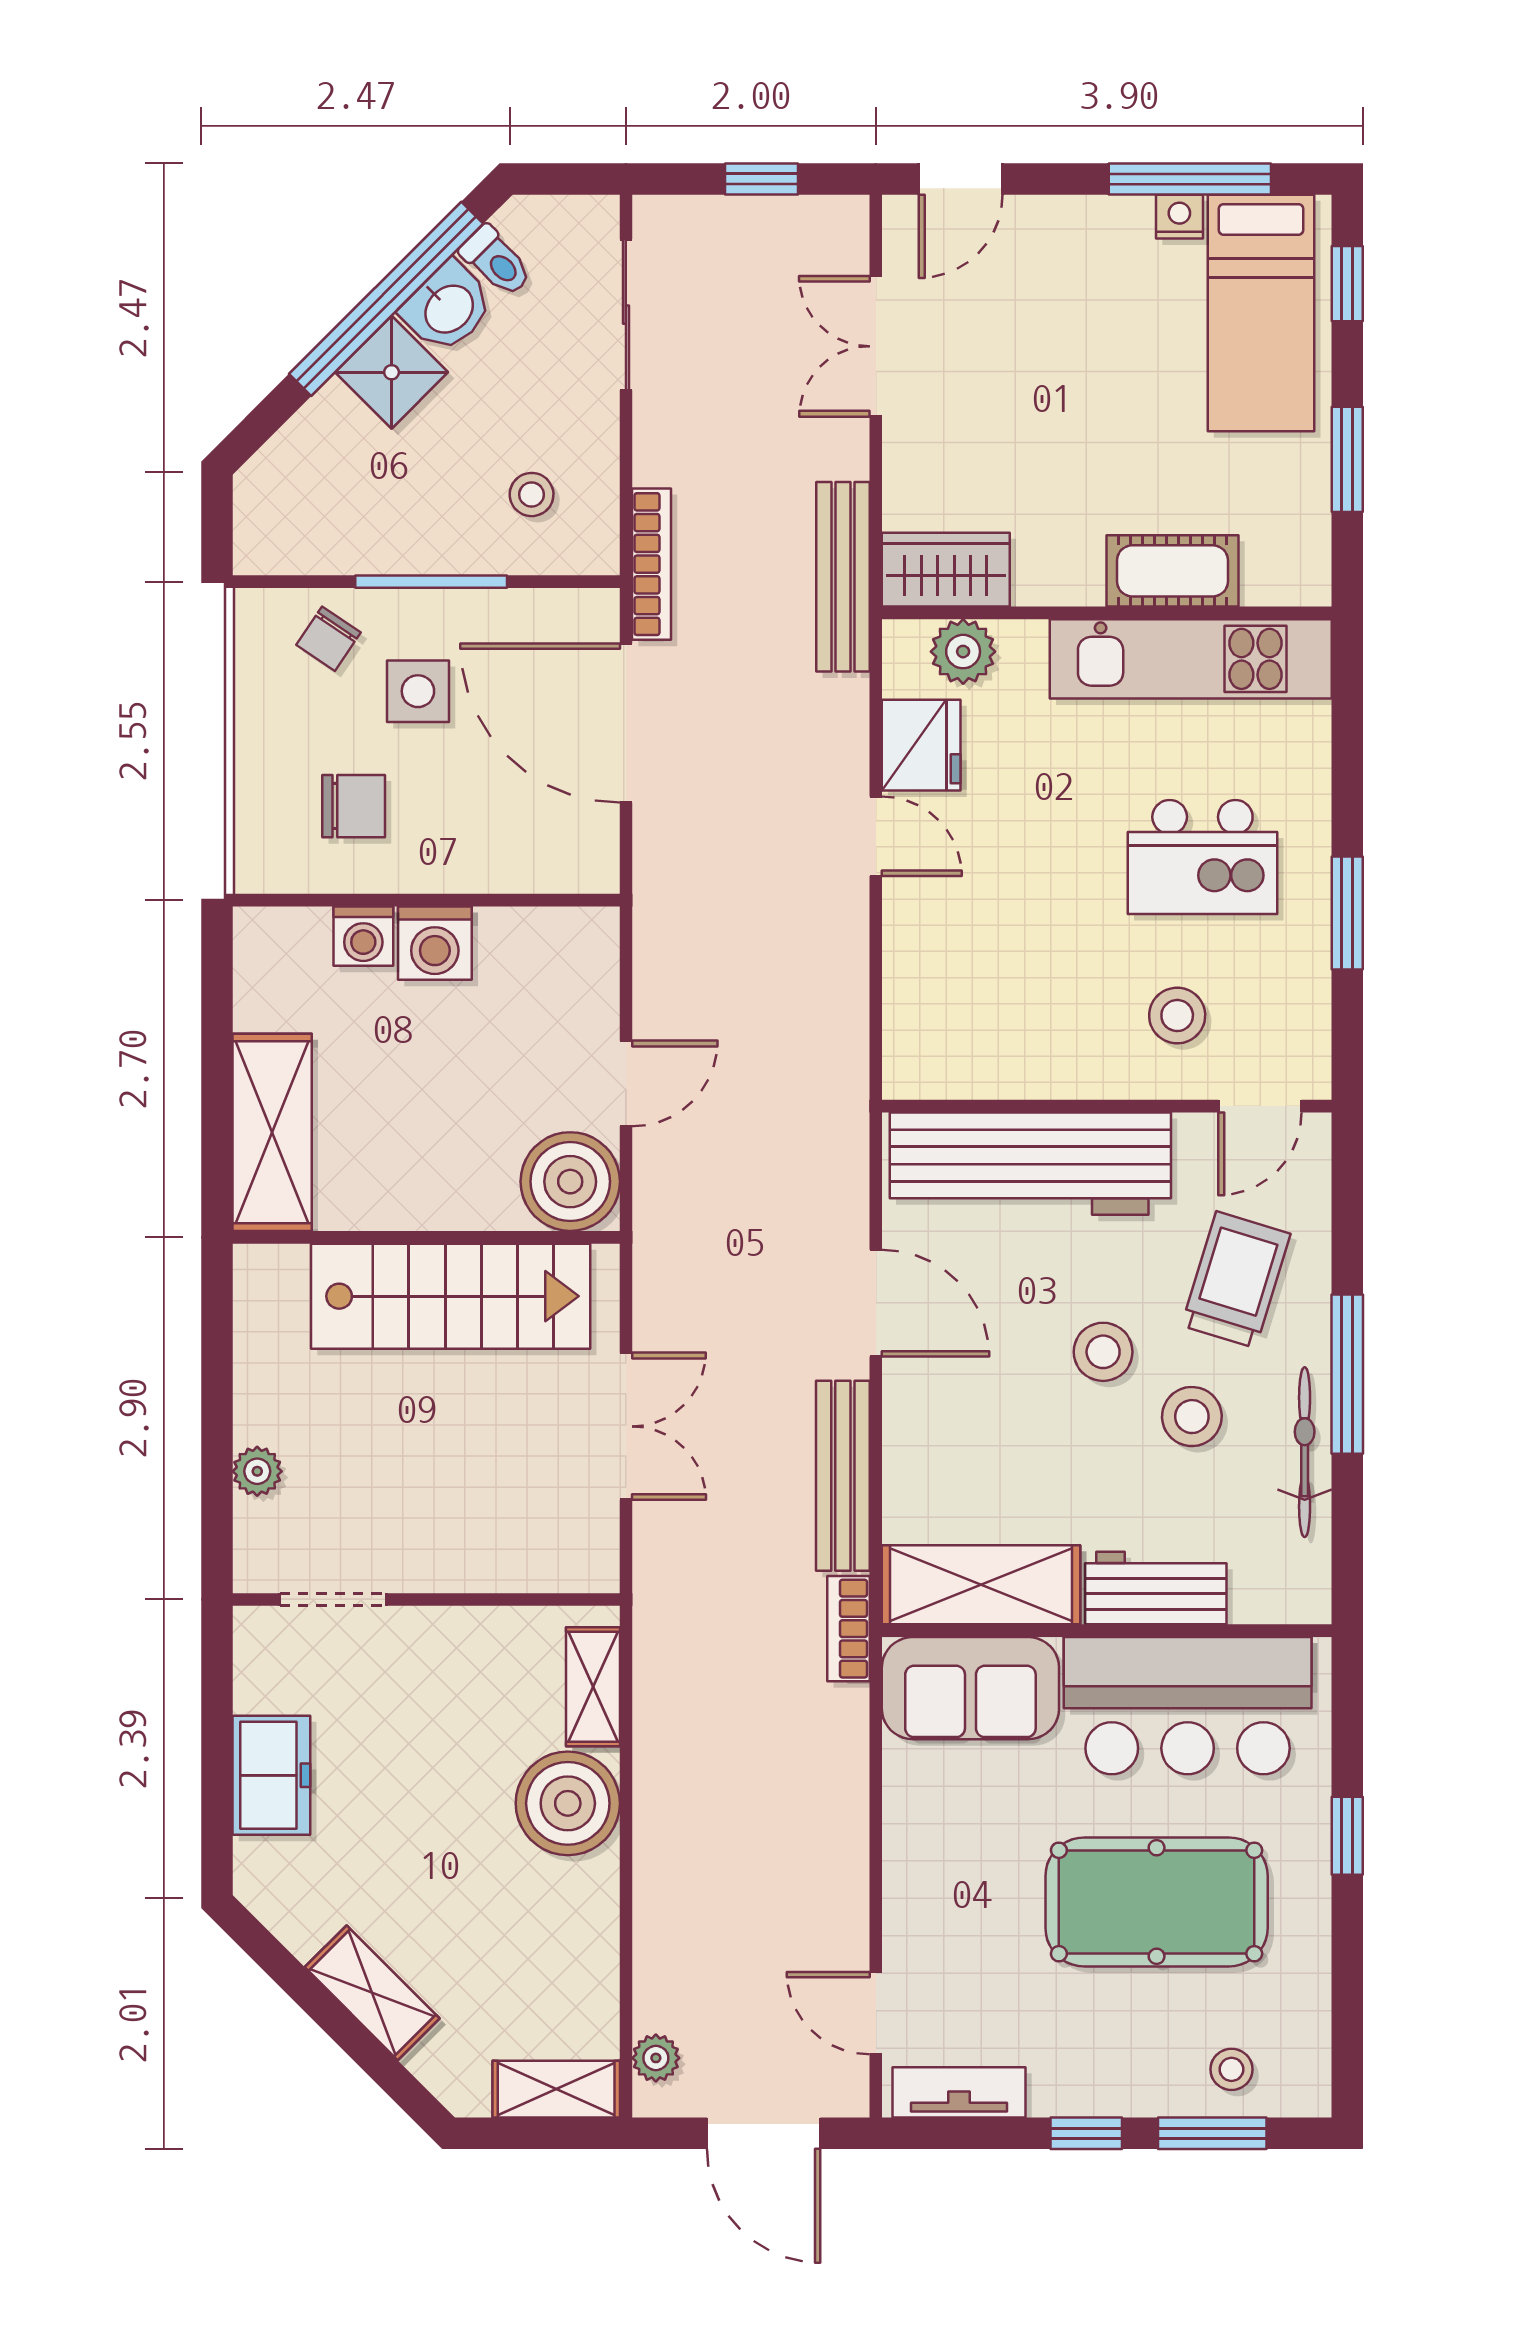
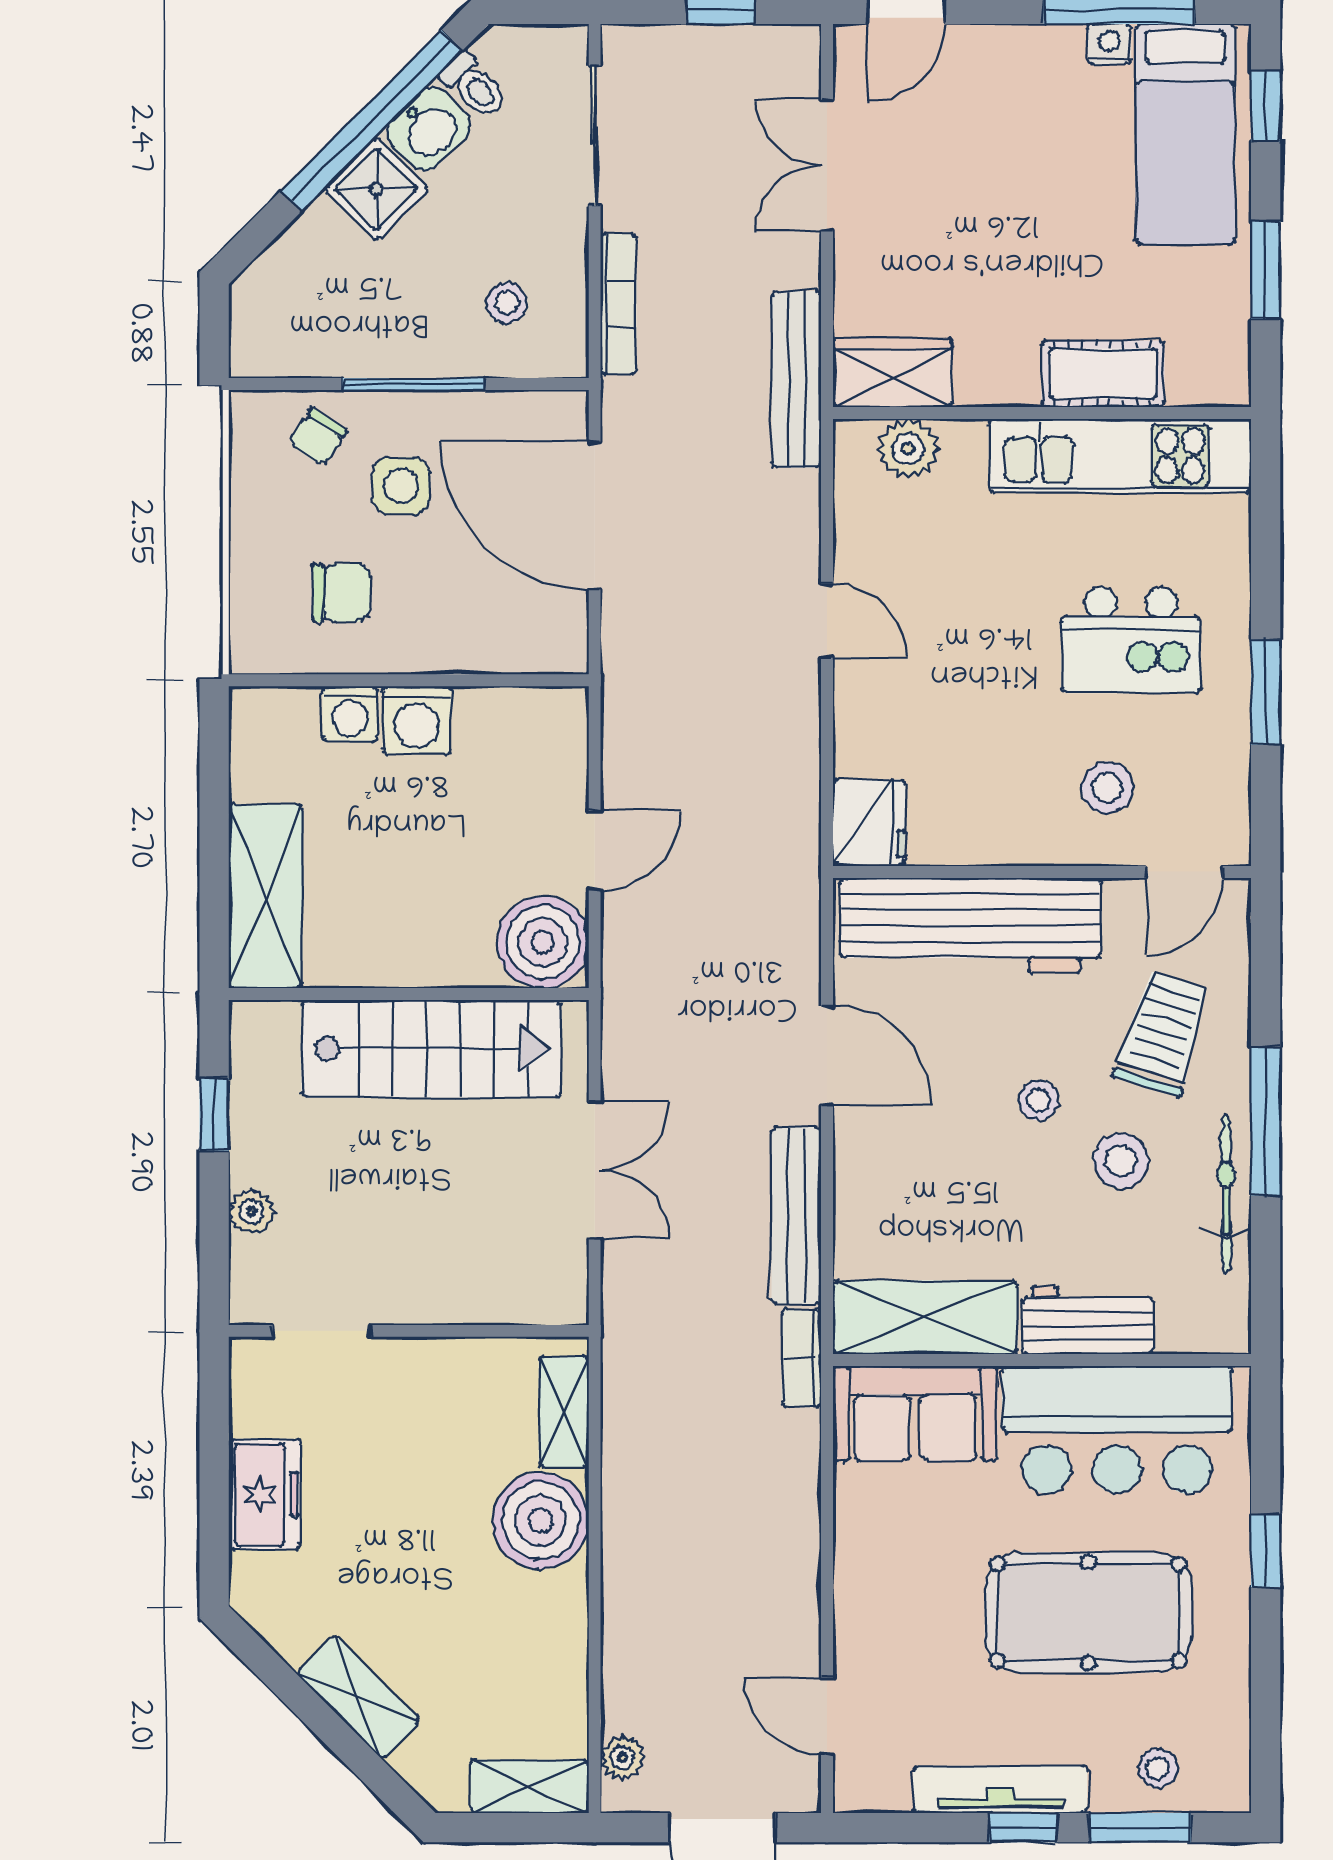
bookcase: (652, 564) -> (618, 304), moved
fridge: (921, 745) -> (869, 822), moved
stool: (1103, 1352) -> (1039, 1101), width x0.73, depth x0.73
window: (217, 1367) -> (214, 1114), added
tv unit: (959, 2092) -> (1000, 1789), moved, width x1.41

